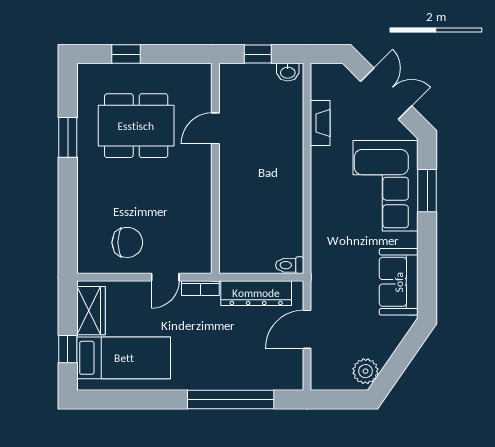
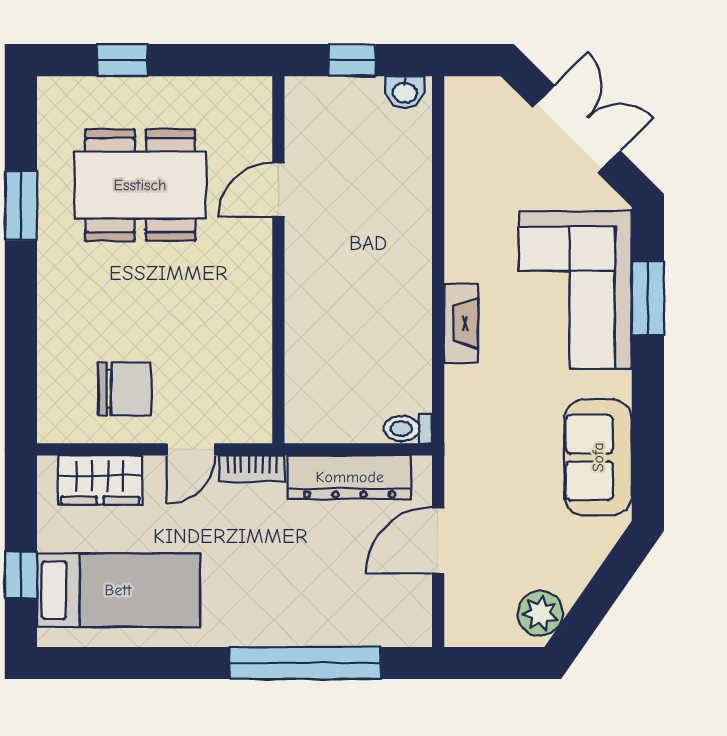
fireplace: (320, 123) -> (461, 323), moved
wardrobe: (91, 311) -> (100, 480), moved, turned 90

